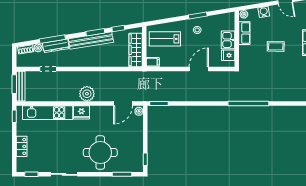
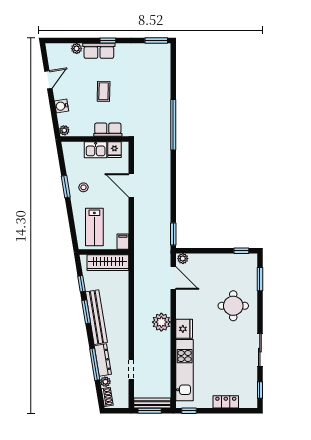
row of seats: (244, 33) -> (108, 130), moved
round table: (100, 153) -> (233, 306), width x0.73, depth x0.73

